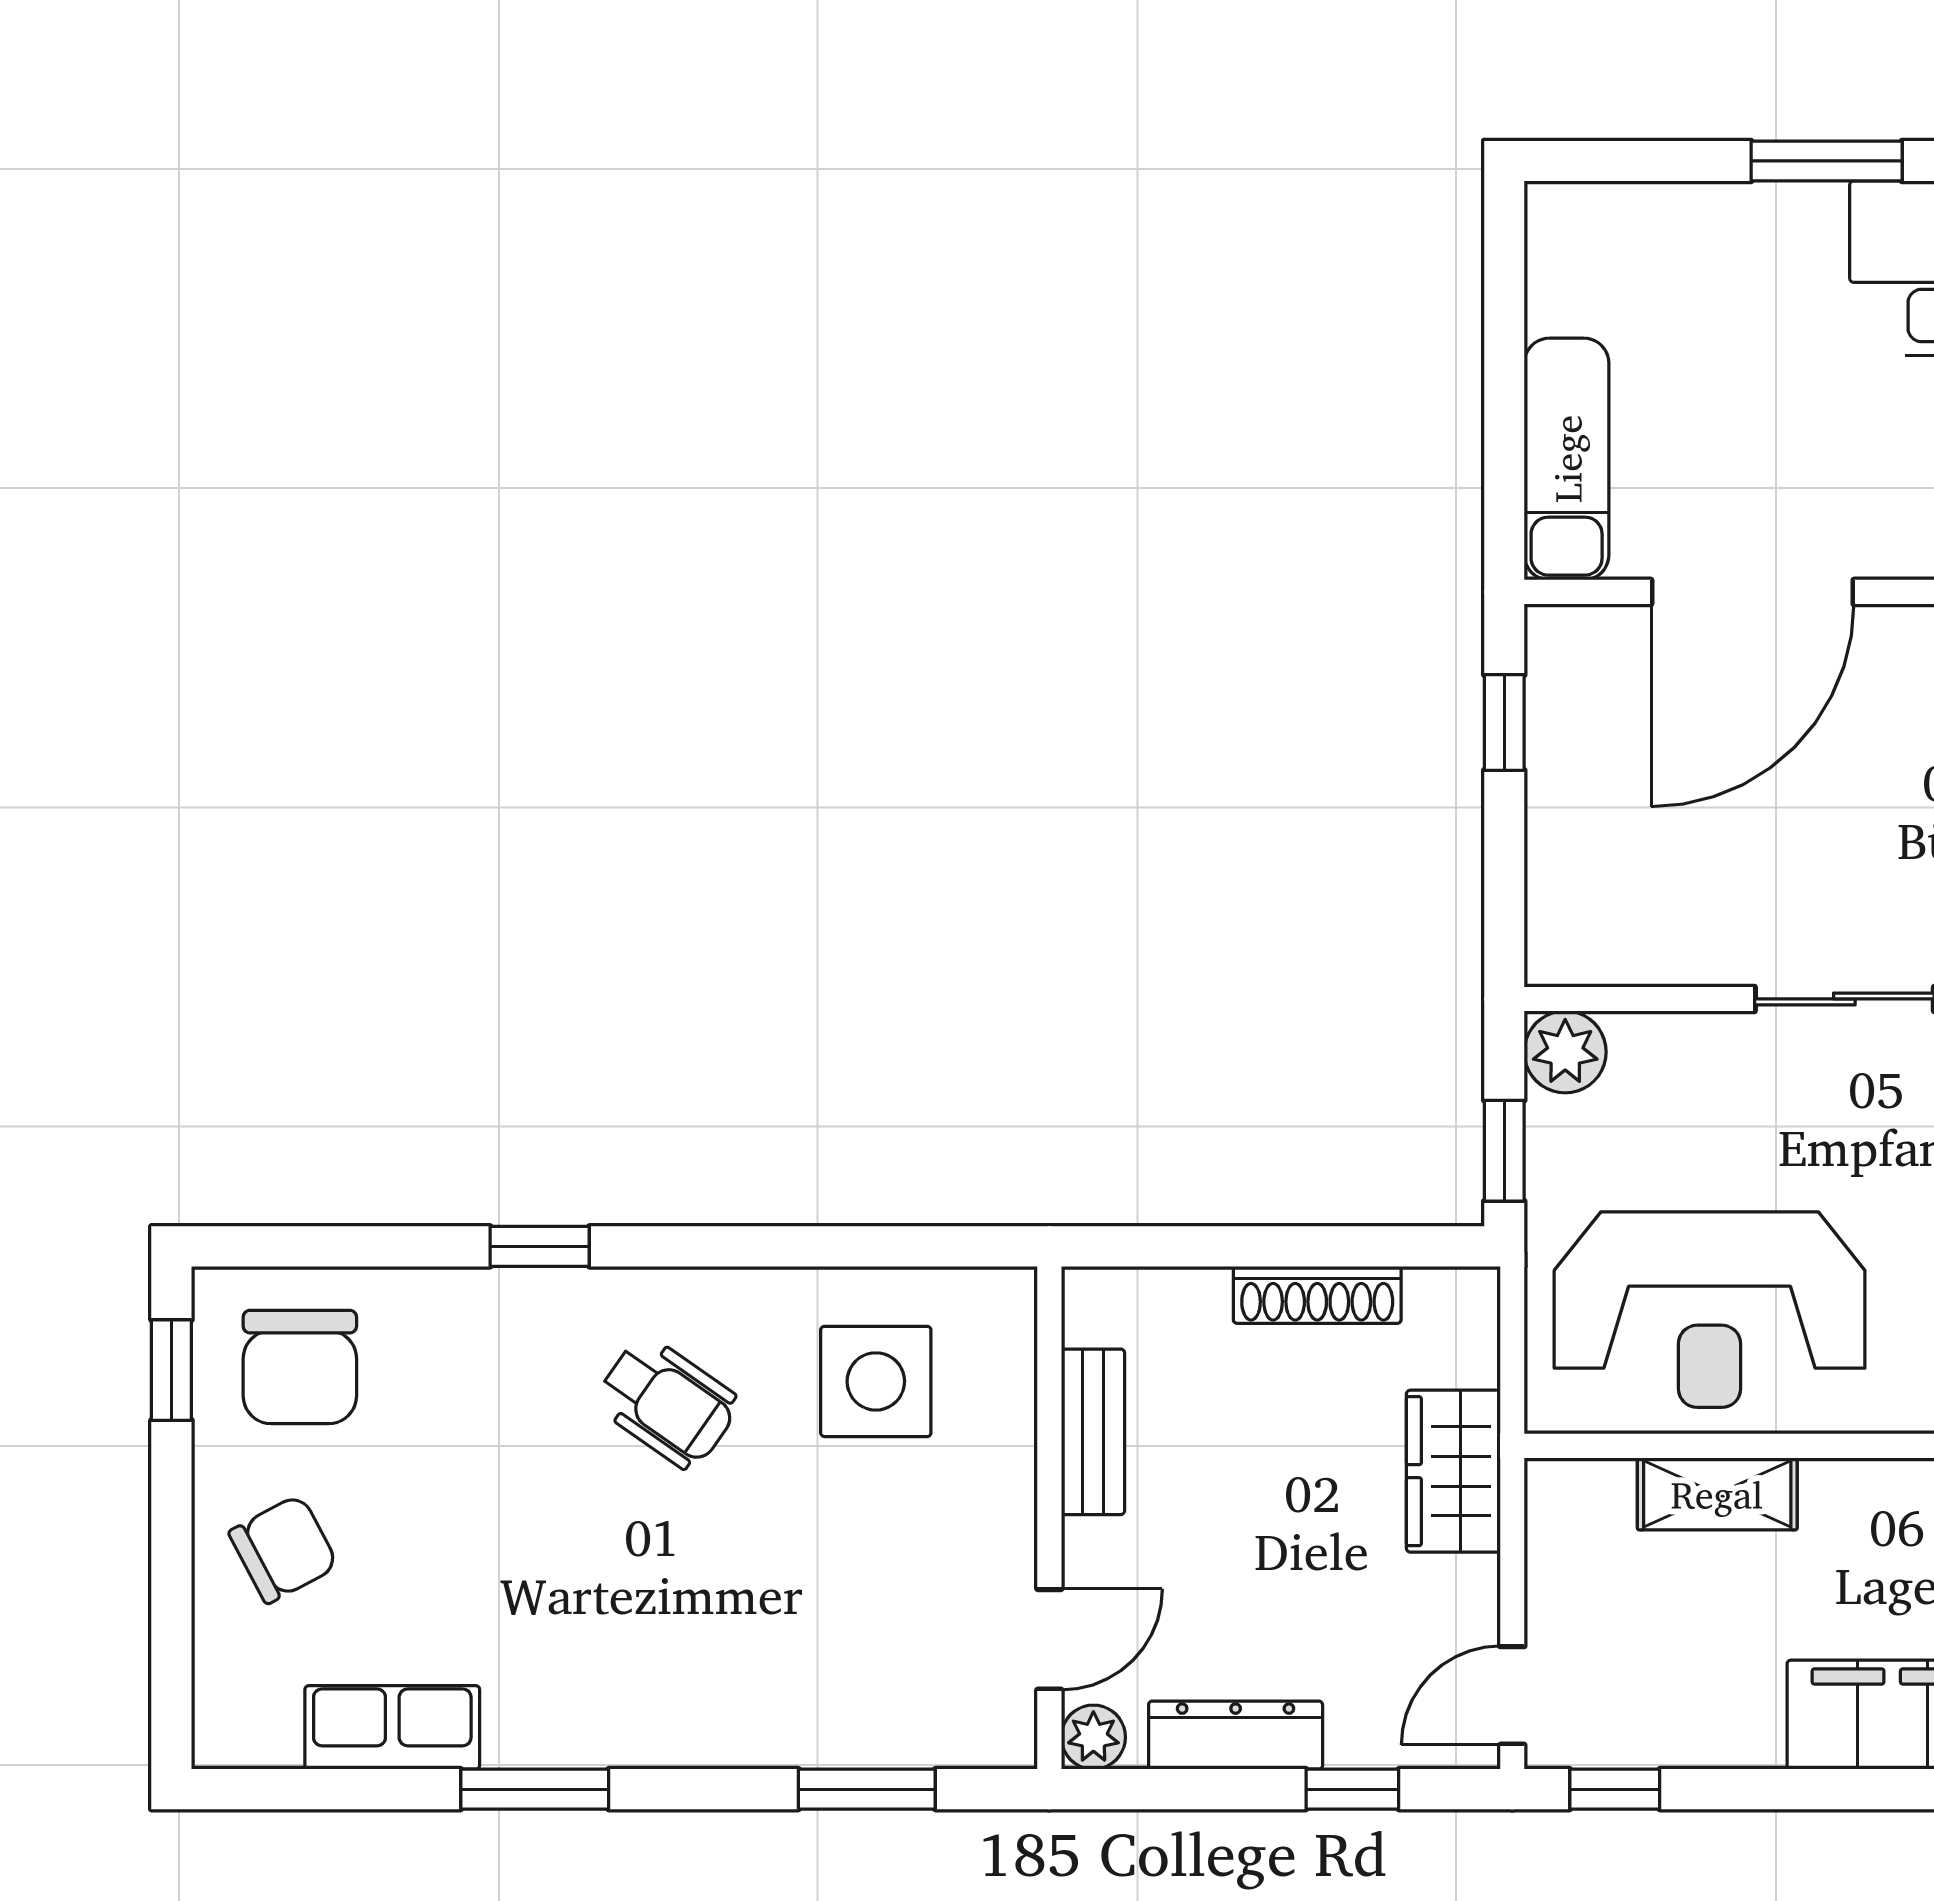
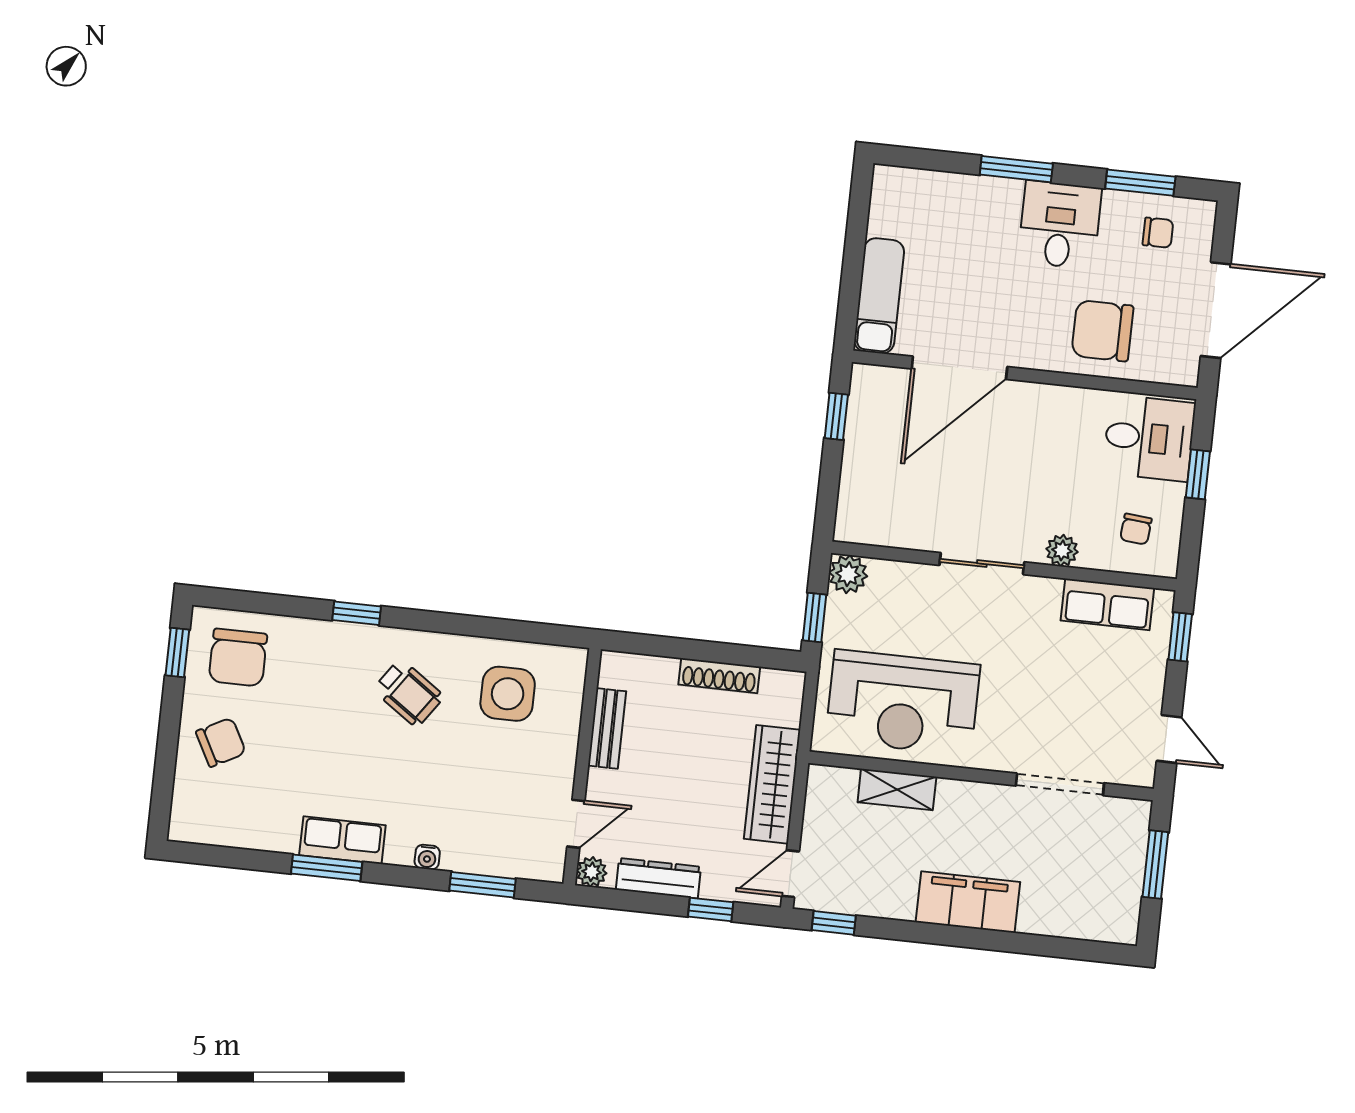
wardrobe: (1453, 1471) -> (772, 784), width x1.50
row of seats: (392, 1727) -> (342, 840), moved
water cooler: (744, 1744) -> (427, 857), added

